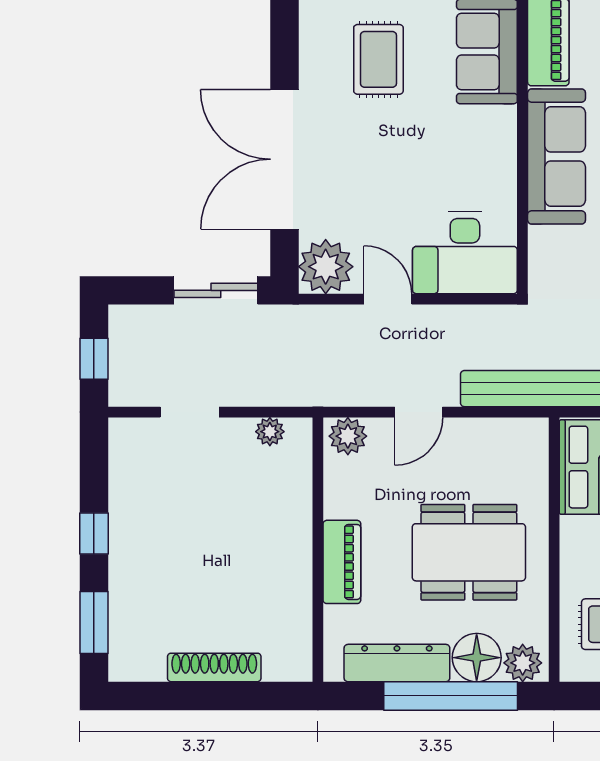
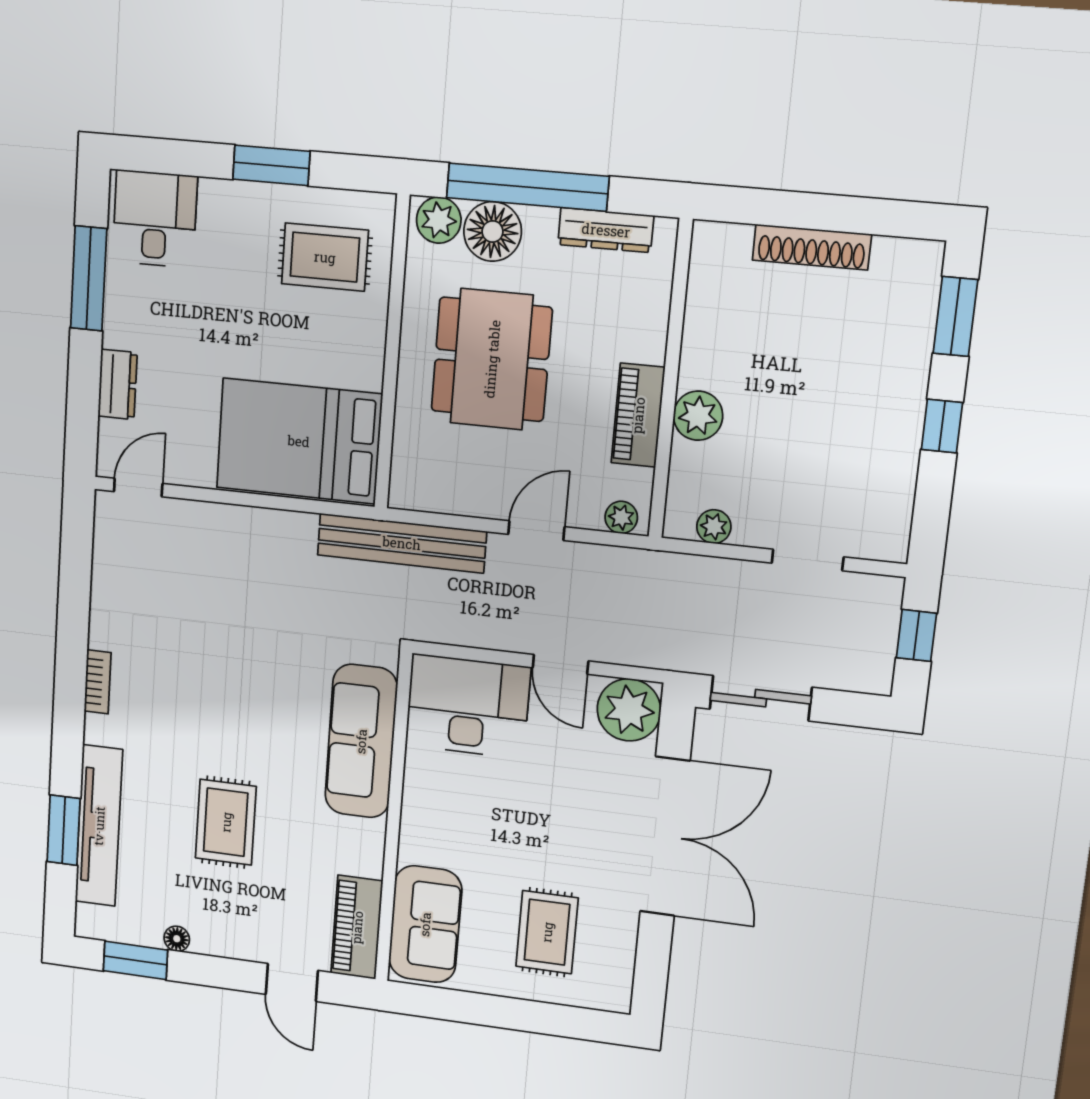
sofa: (557, 156) -> (361, 741), moved
plant: (348, 436) -> (621, 517), width x0.73, depth x0.73
plant: (292, 522) -> (698, 416), added
dining table: (469, 552) -> (492, 359), turned 90
piano: (342, 562) -> (638, 415), moved
dresser: (397, 663) -> (606, 230), width x0.73, depth x0.80

